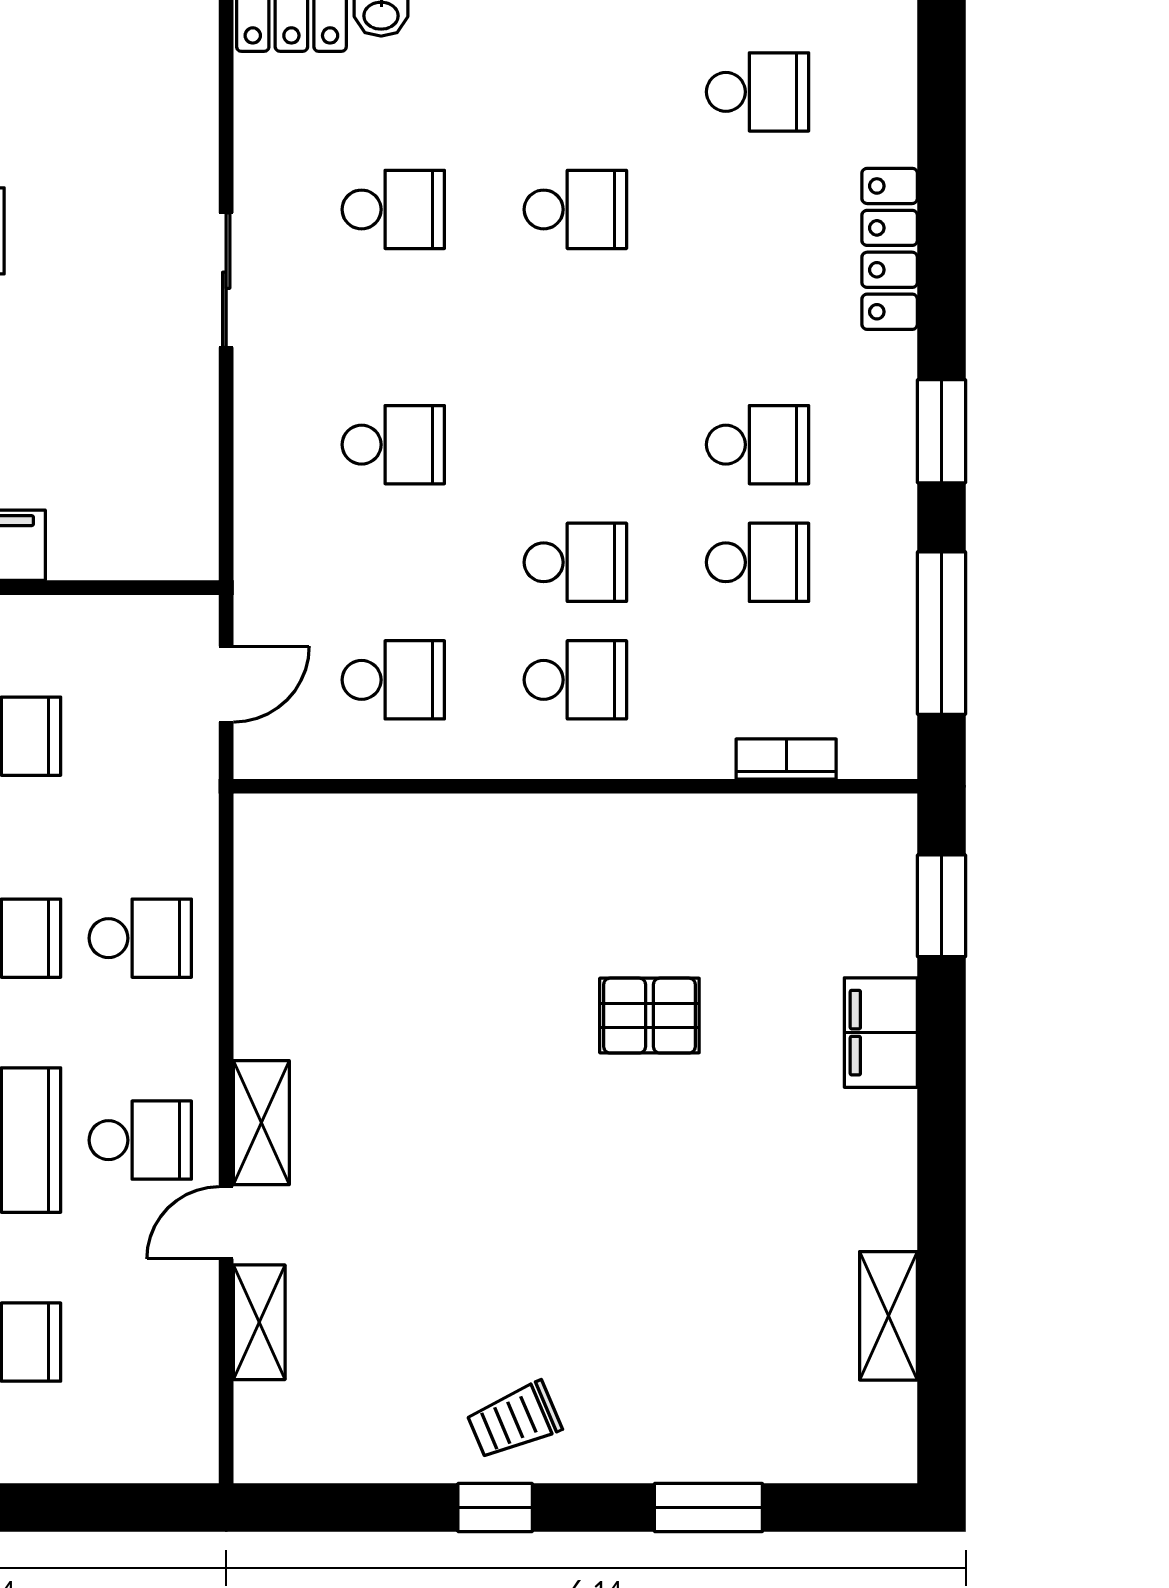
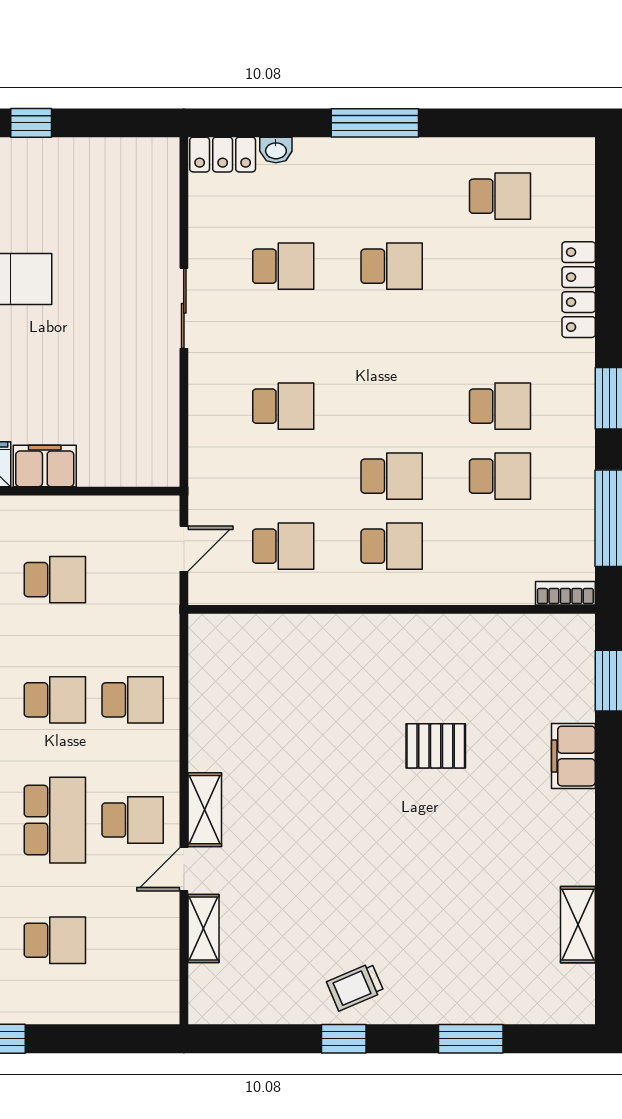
bookcase: (786, 759) -> (565, 593), moved

